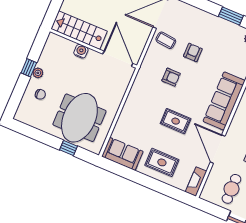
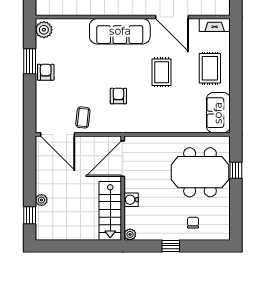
armchair: (193, 52) -> (46, 72), moved, turned 90
plant: (38, 73) -> (130, 234), moved
door: (218, 149) -> (172, 17), hinge flipped

